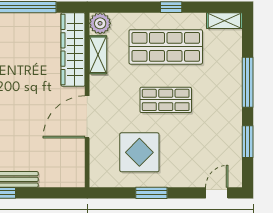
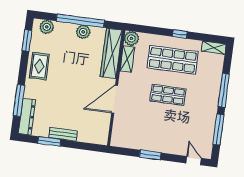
plant: (27, 23) -> (83, 32), added
window: (248, 142) -> (218, 130), width x1.44
display table: (139, 152) -> (146, 127), removed
door: (217, 193) -> (194, 161), hinge flipped

